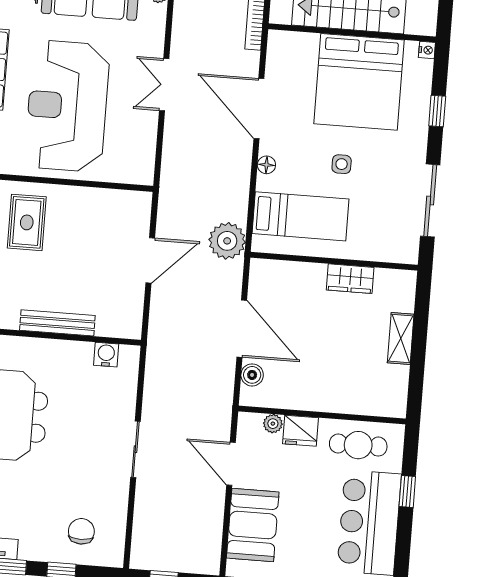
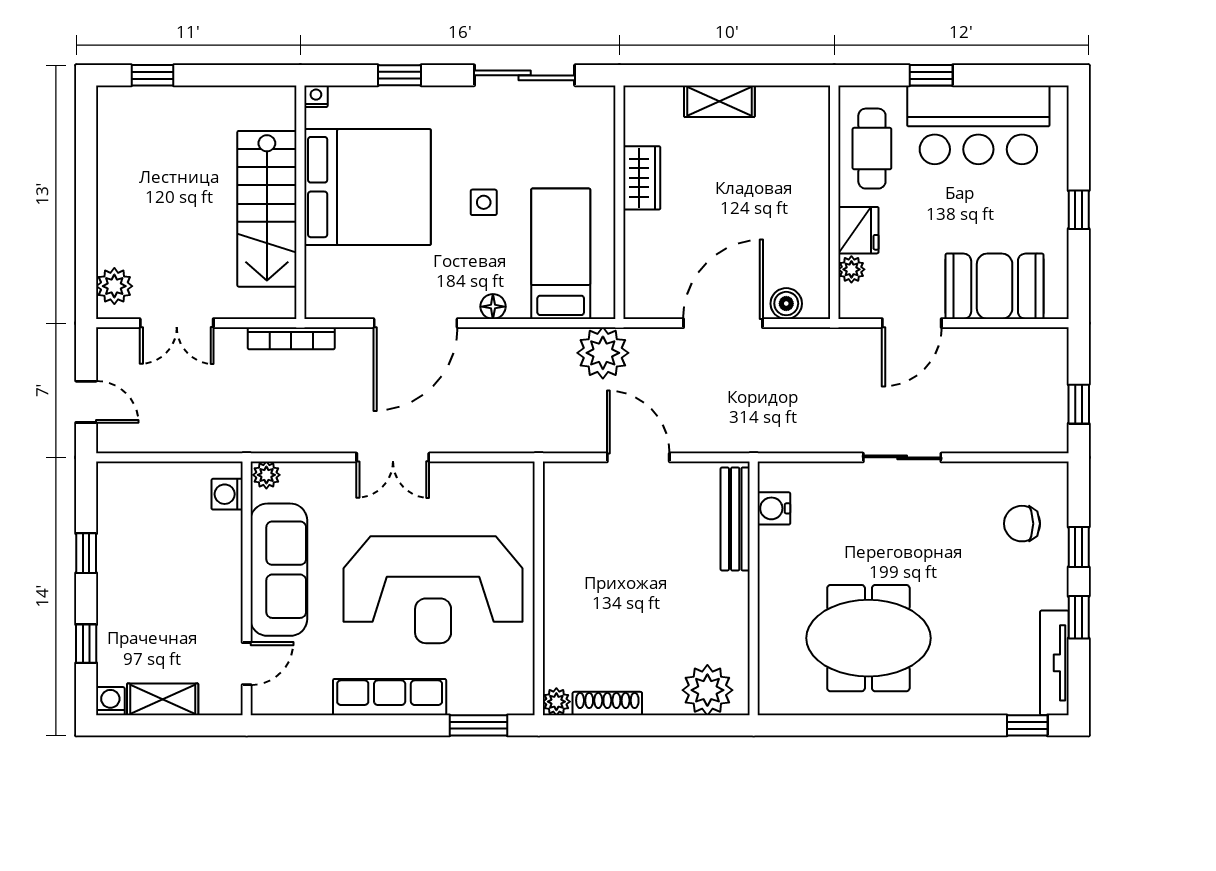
rug: (27, 222) -> (599, 633), removed
bench: (57, 323) -> (735, 519), moved

